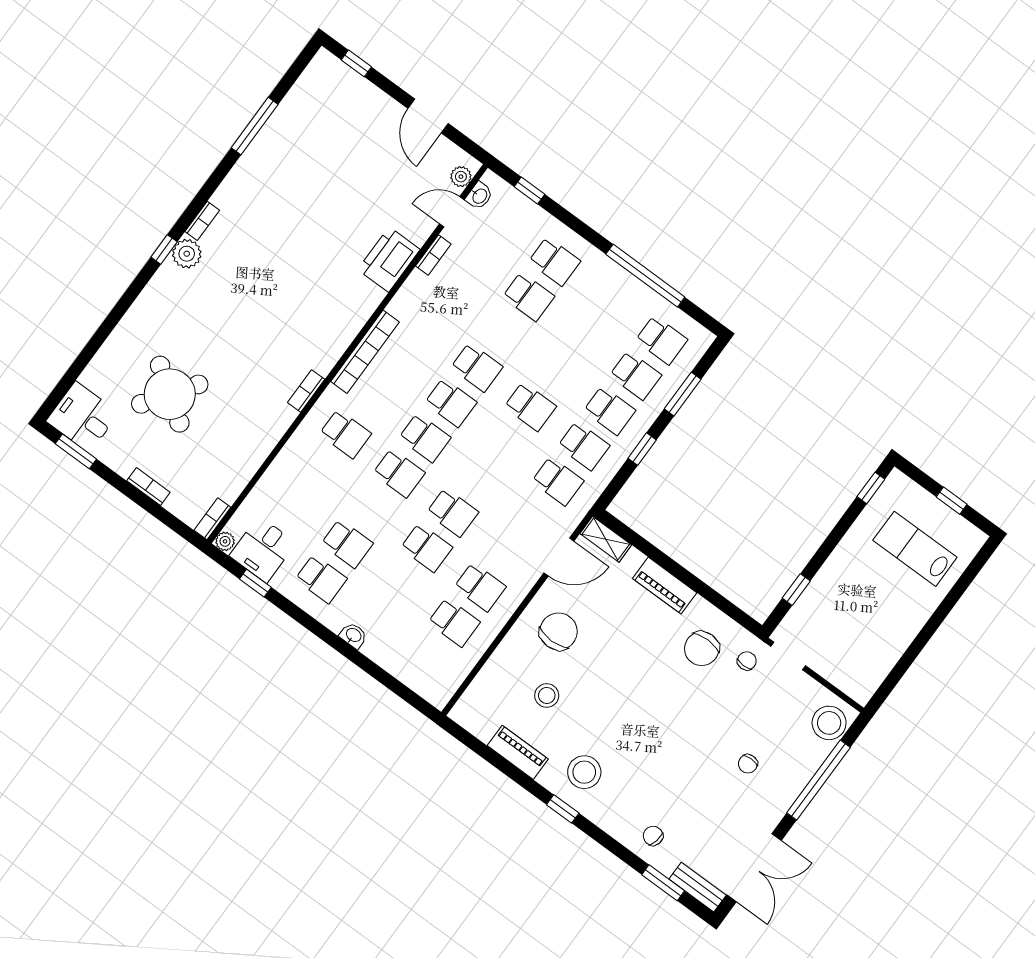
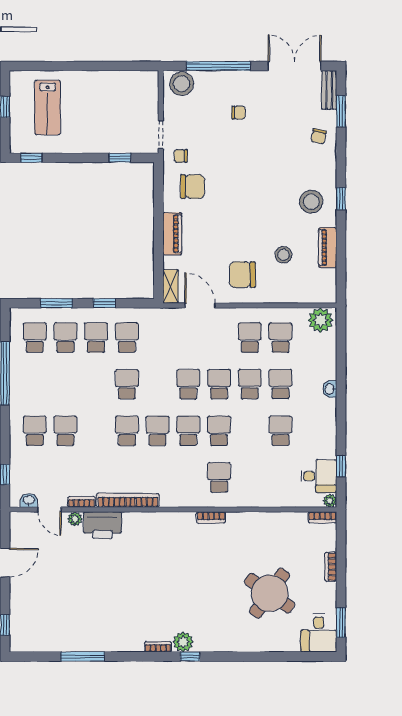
plant: (461, 177) -> (75, 519), moved
bookcase: (365, 352) -> (128, 500), moved
school desk: (558, 481) -> (188, 384), moved
school desk: (321, 579) -> (280, 384), moved
plant: (440, 683) -> (320, 320), added

